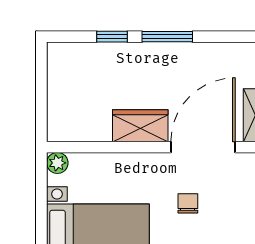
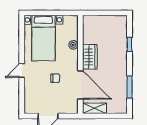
window: (167, 37) -> (130, 87), moved
plant: (57, 163) -> (73, 45), moved

